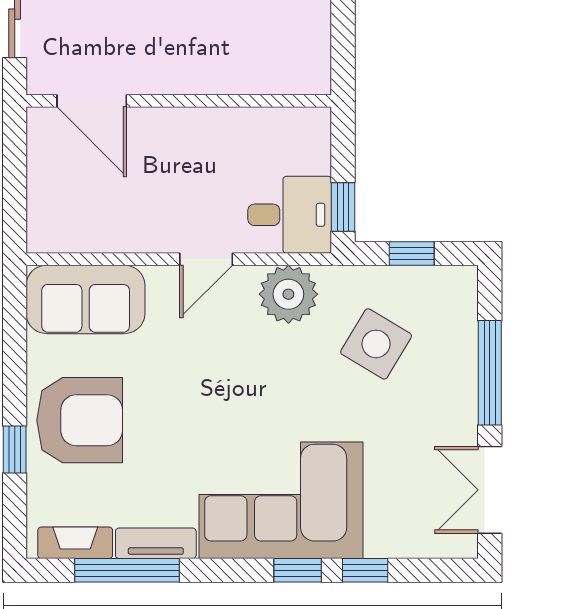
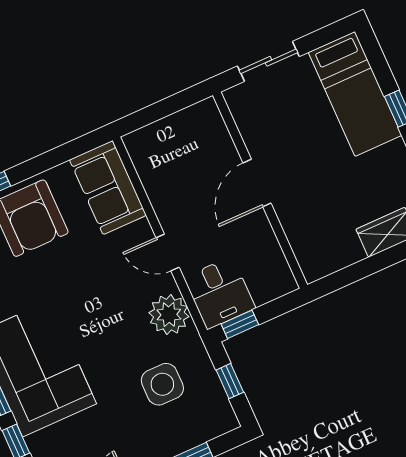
door: (92, 101) -> (257, 183), moved
side table: (376, 344) -> (162, 384), turned -31

